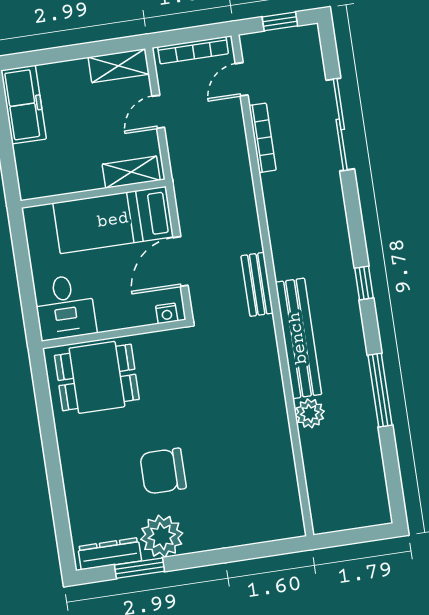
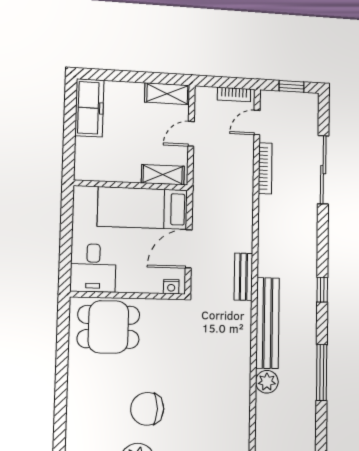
bookcase: (193, 50) -> (234, 94), width x0.64

